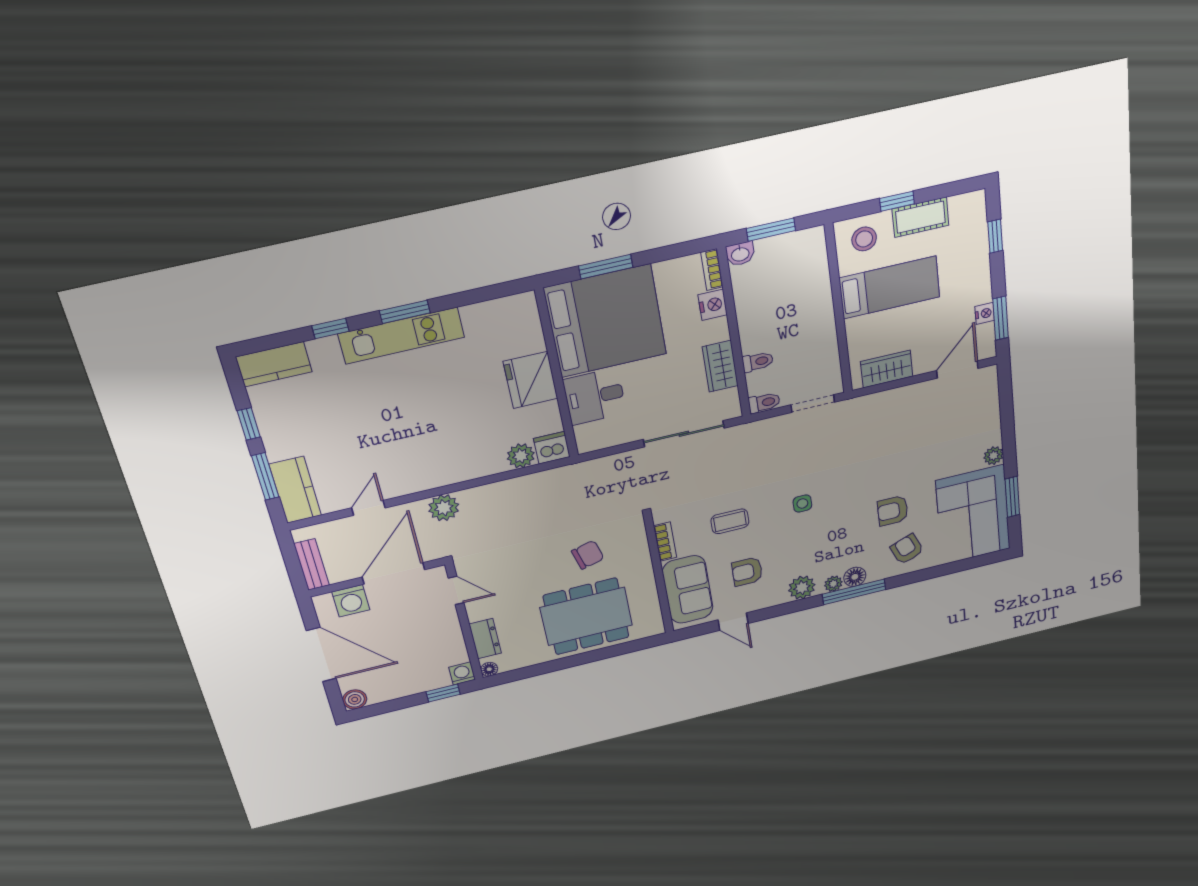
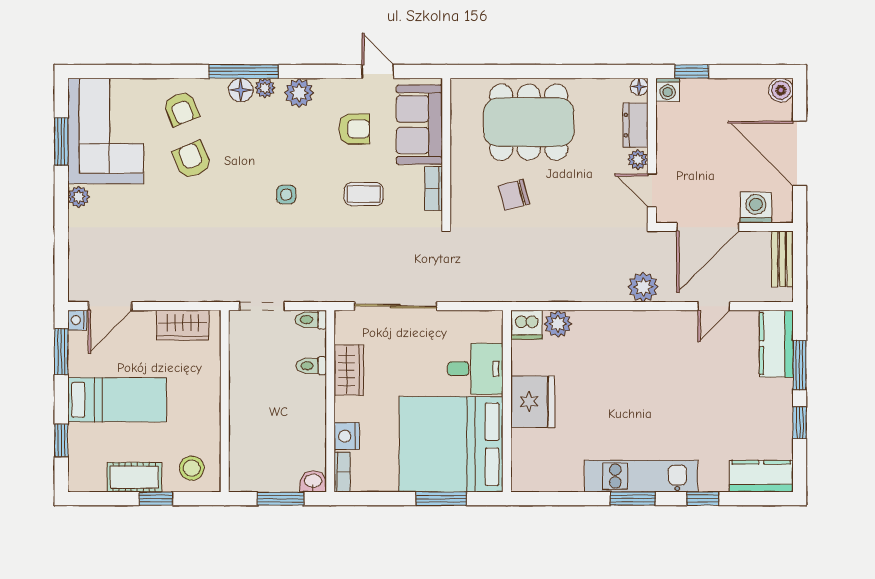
bed: (890, 287) -> (117, 400), moved, turned 180
nightstand: (985, 313) -> (77, 320), moved
armchair: (893, 511) -> (192, 160), turned -113
plant: (476, 612) -> (638, 160), added

